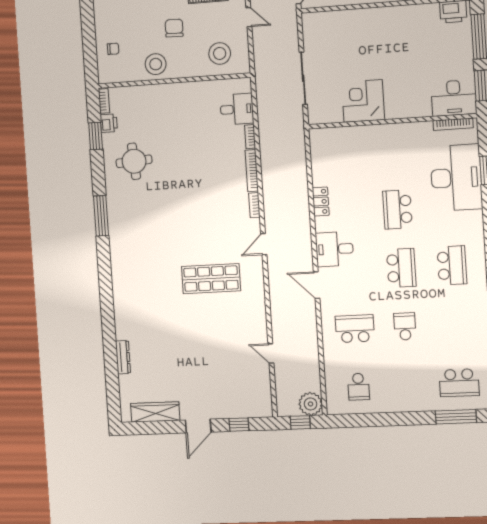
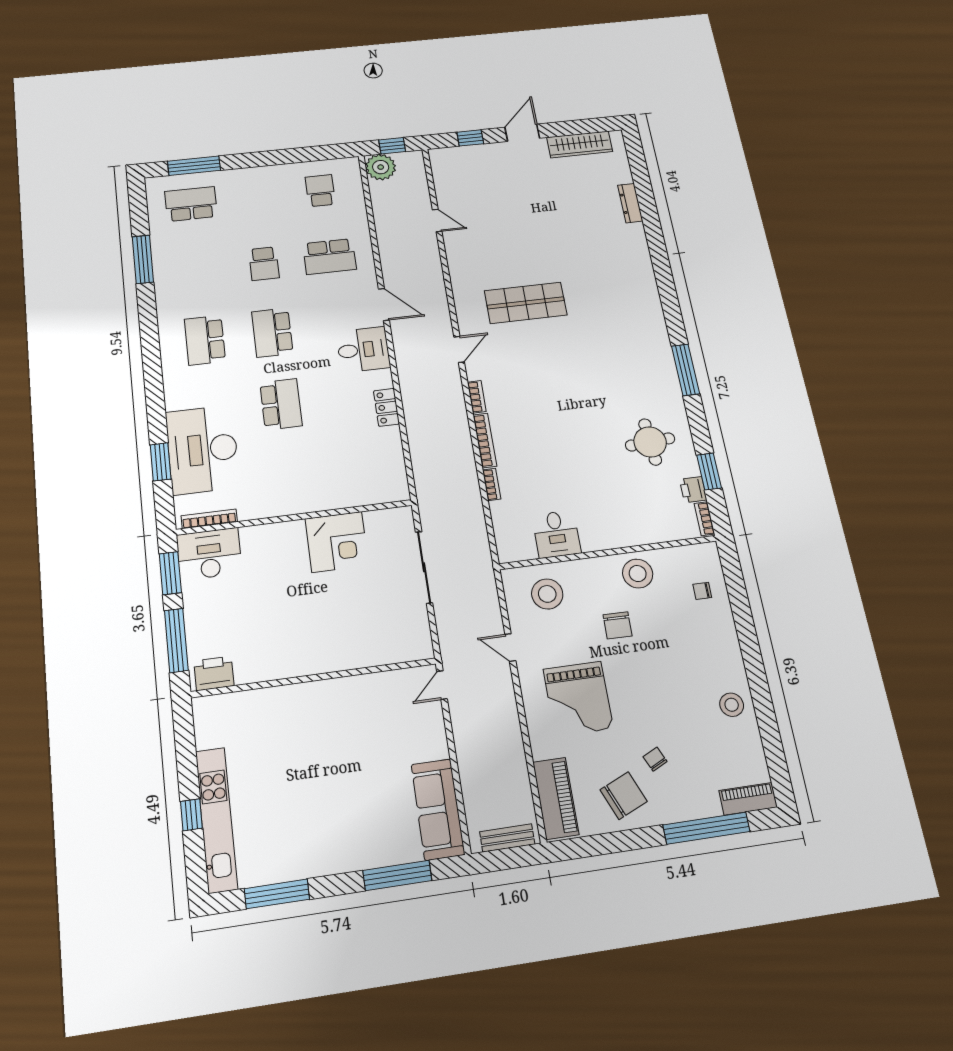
desk: (237, 109) -> (556, 534), moved, turned -90

